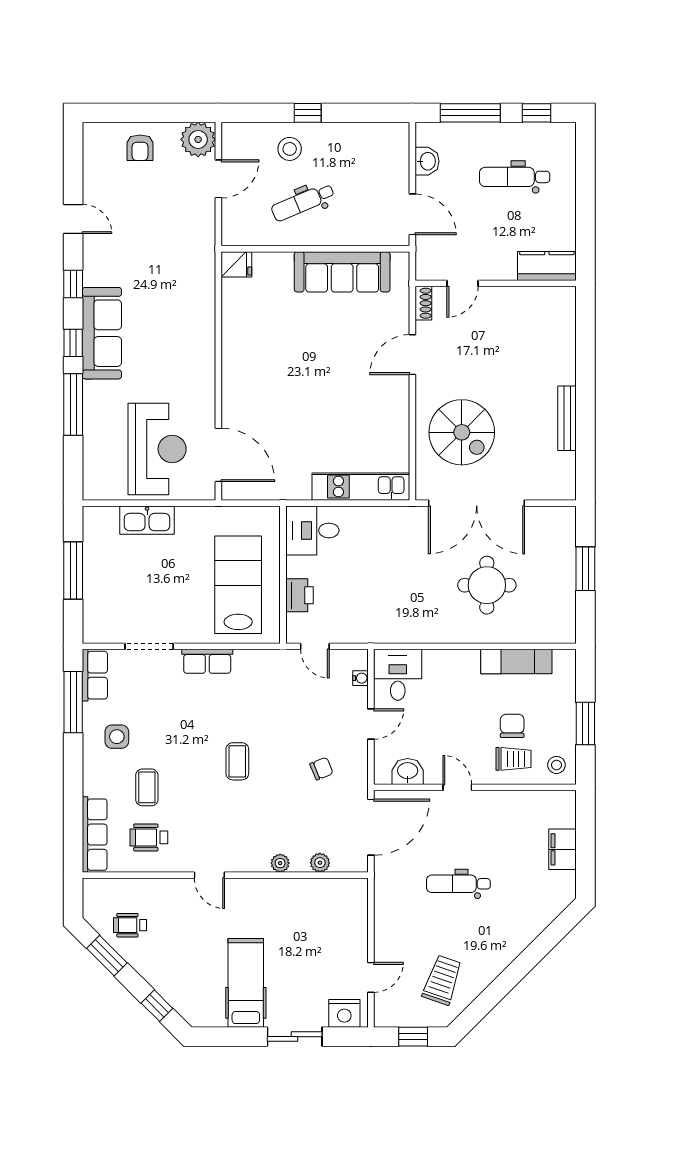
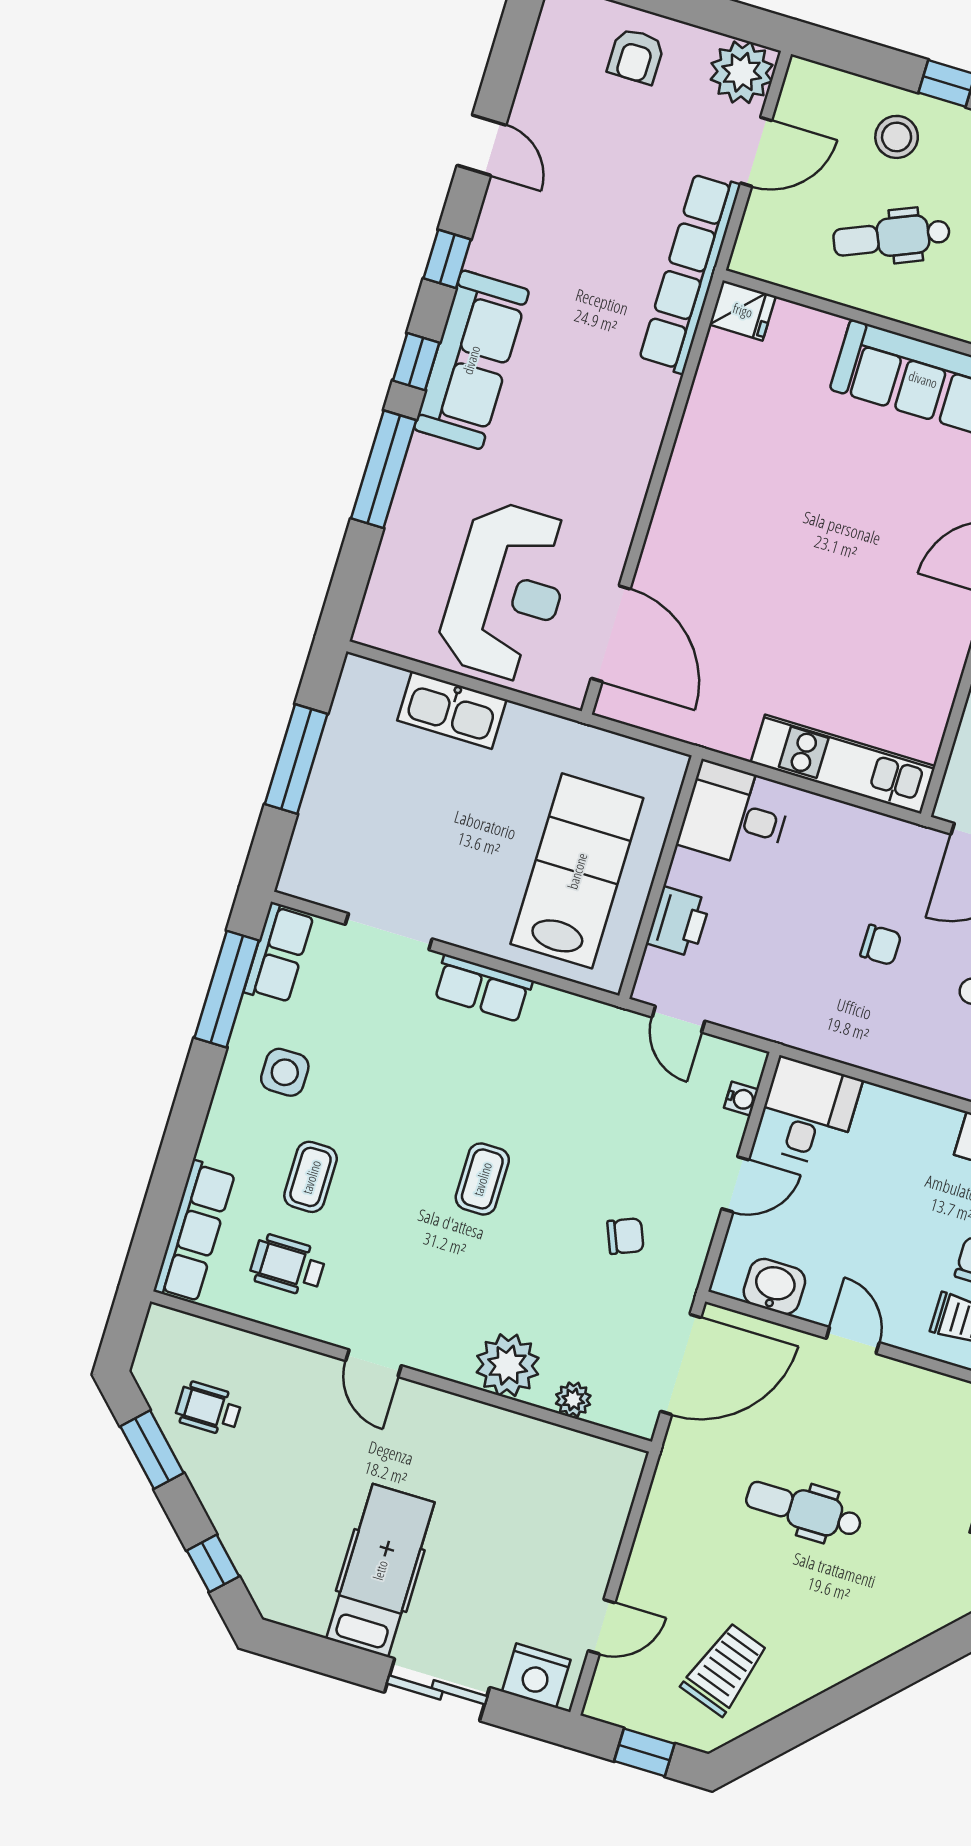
row of seats: (203, 253) -> (690, 273), added
chair: (409, 575) -> (881, 945), added
plant: (280, 863) -> (508, 1365), width x1.88, depth x1.88

